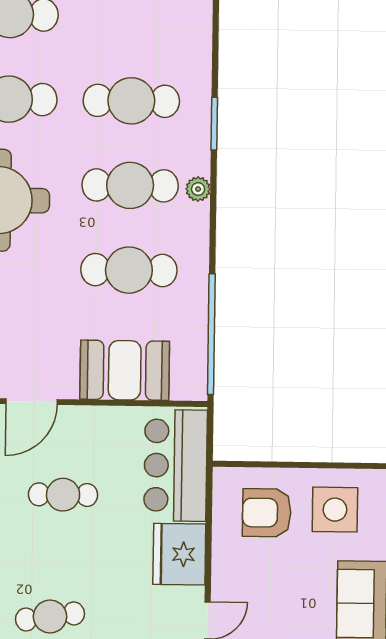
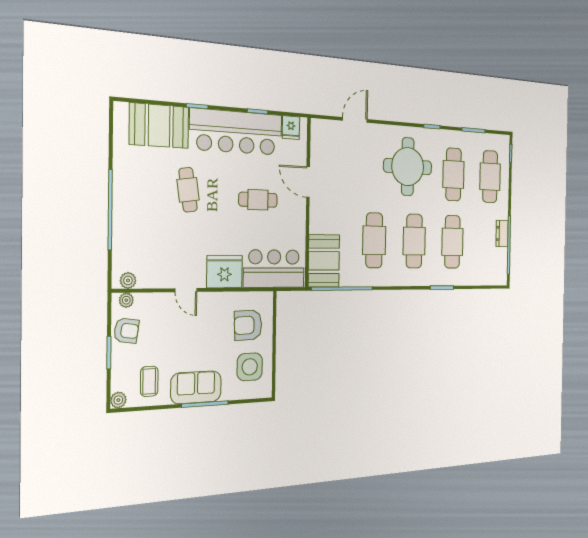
plant: (198, 189) -> (412, 279), removed
booth: (125, 370) -> (324, 261), moved
cafe table: (63, 495) -> (258, 200), turned 90
armchair: (267, 513) -> (248, 325), turned -92

